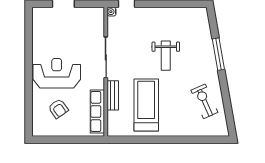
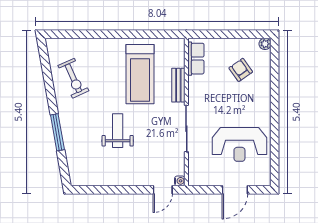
reception desk: (57, 73) -> (239, 144), moved
row of seats: (97, 111) -> (196, 59), width x0.68
plant: (37, 131) -> (265, 44), added

